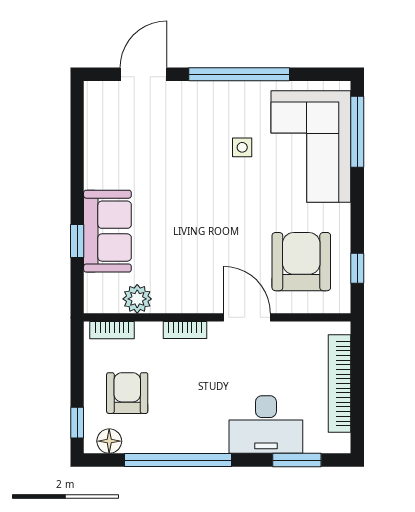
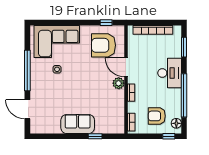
window: (357, 132) -> (51, 23), removed
sofa: (107, 231) -> (78, 124), moved
plant: (137, 299) -> (119, 83), moved
door: (247, 317) -> (126, 67), hinge flipped
desk: (266, 425) -> (170, 73), moved

